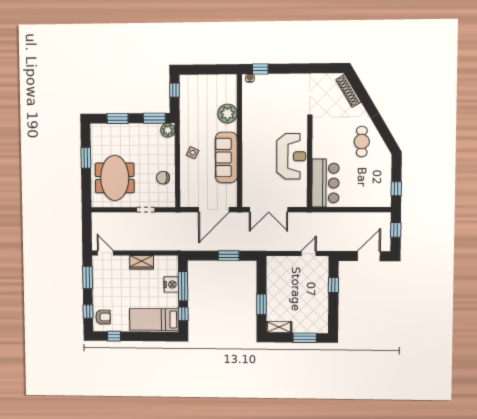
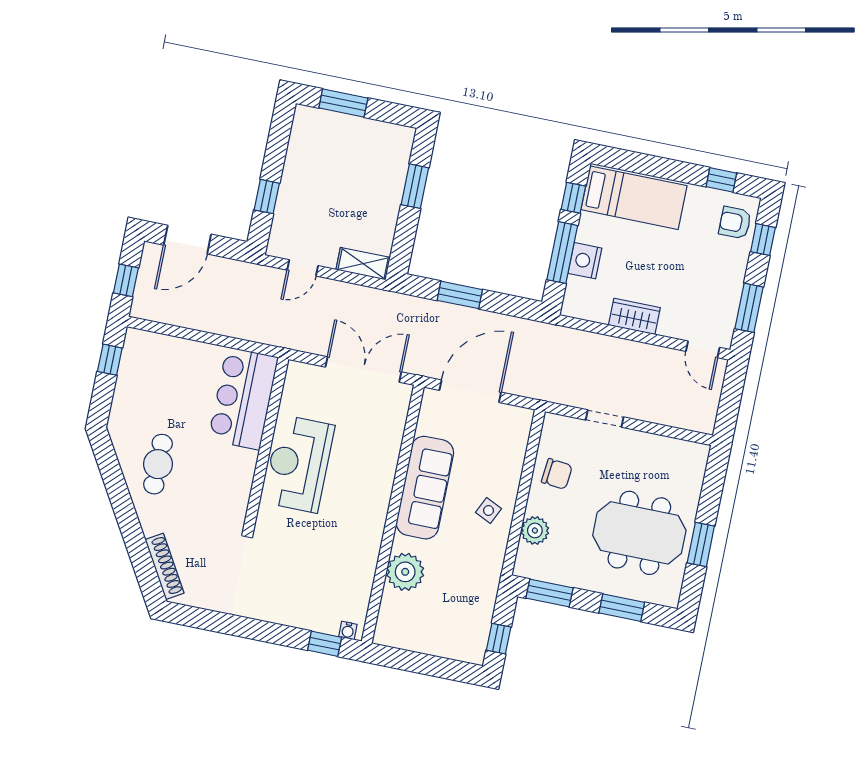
plant: (168, 130) -> (535, 530), moved
meeting table: (115, 178) -> (639, 533), moved, turned 90
shelving: (279, 327) -> (363, 264), moved

